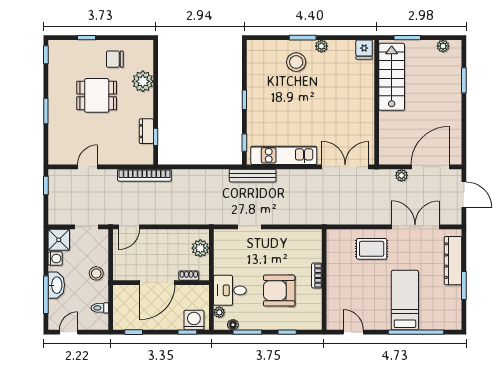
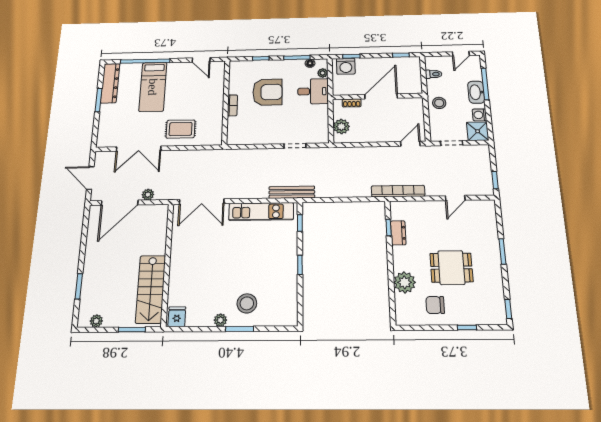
chair: (115, 59) -> (435, 305), turned 180
dresser: (453, 261) -> (110, 83), moved

